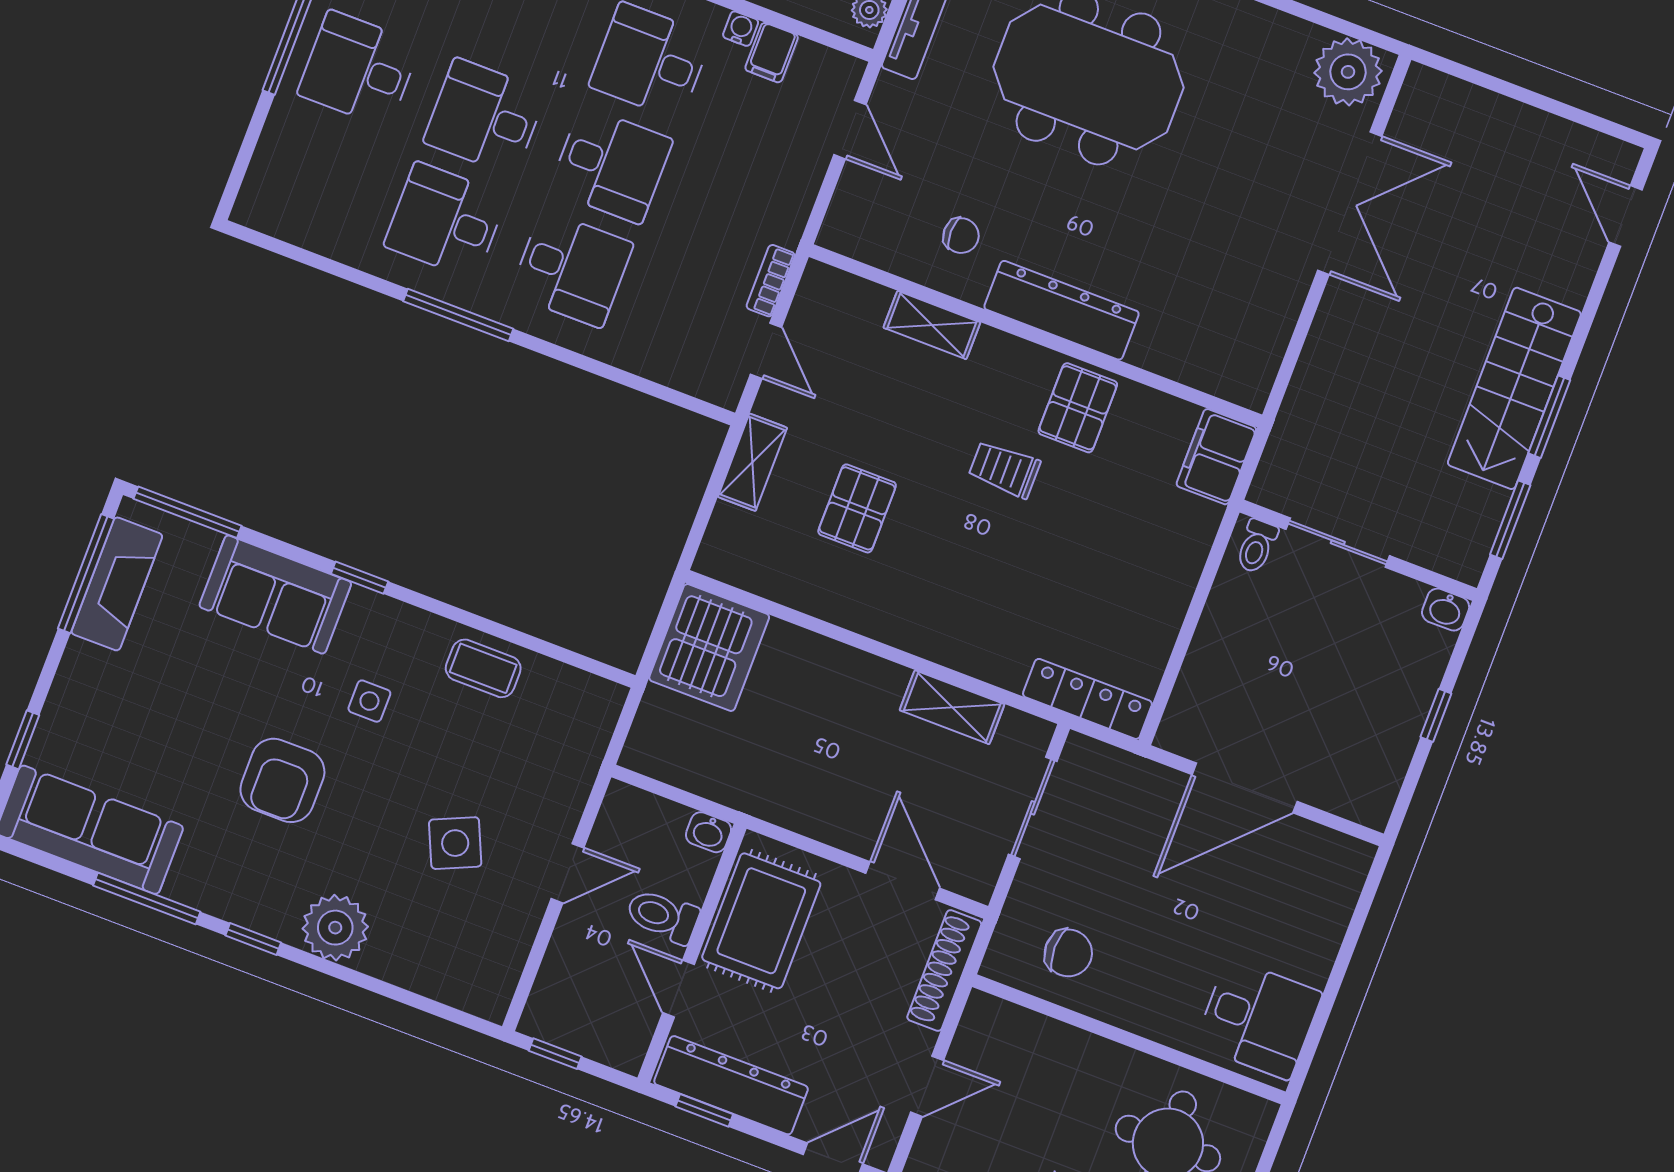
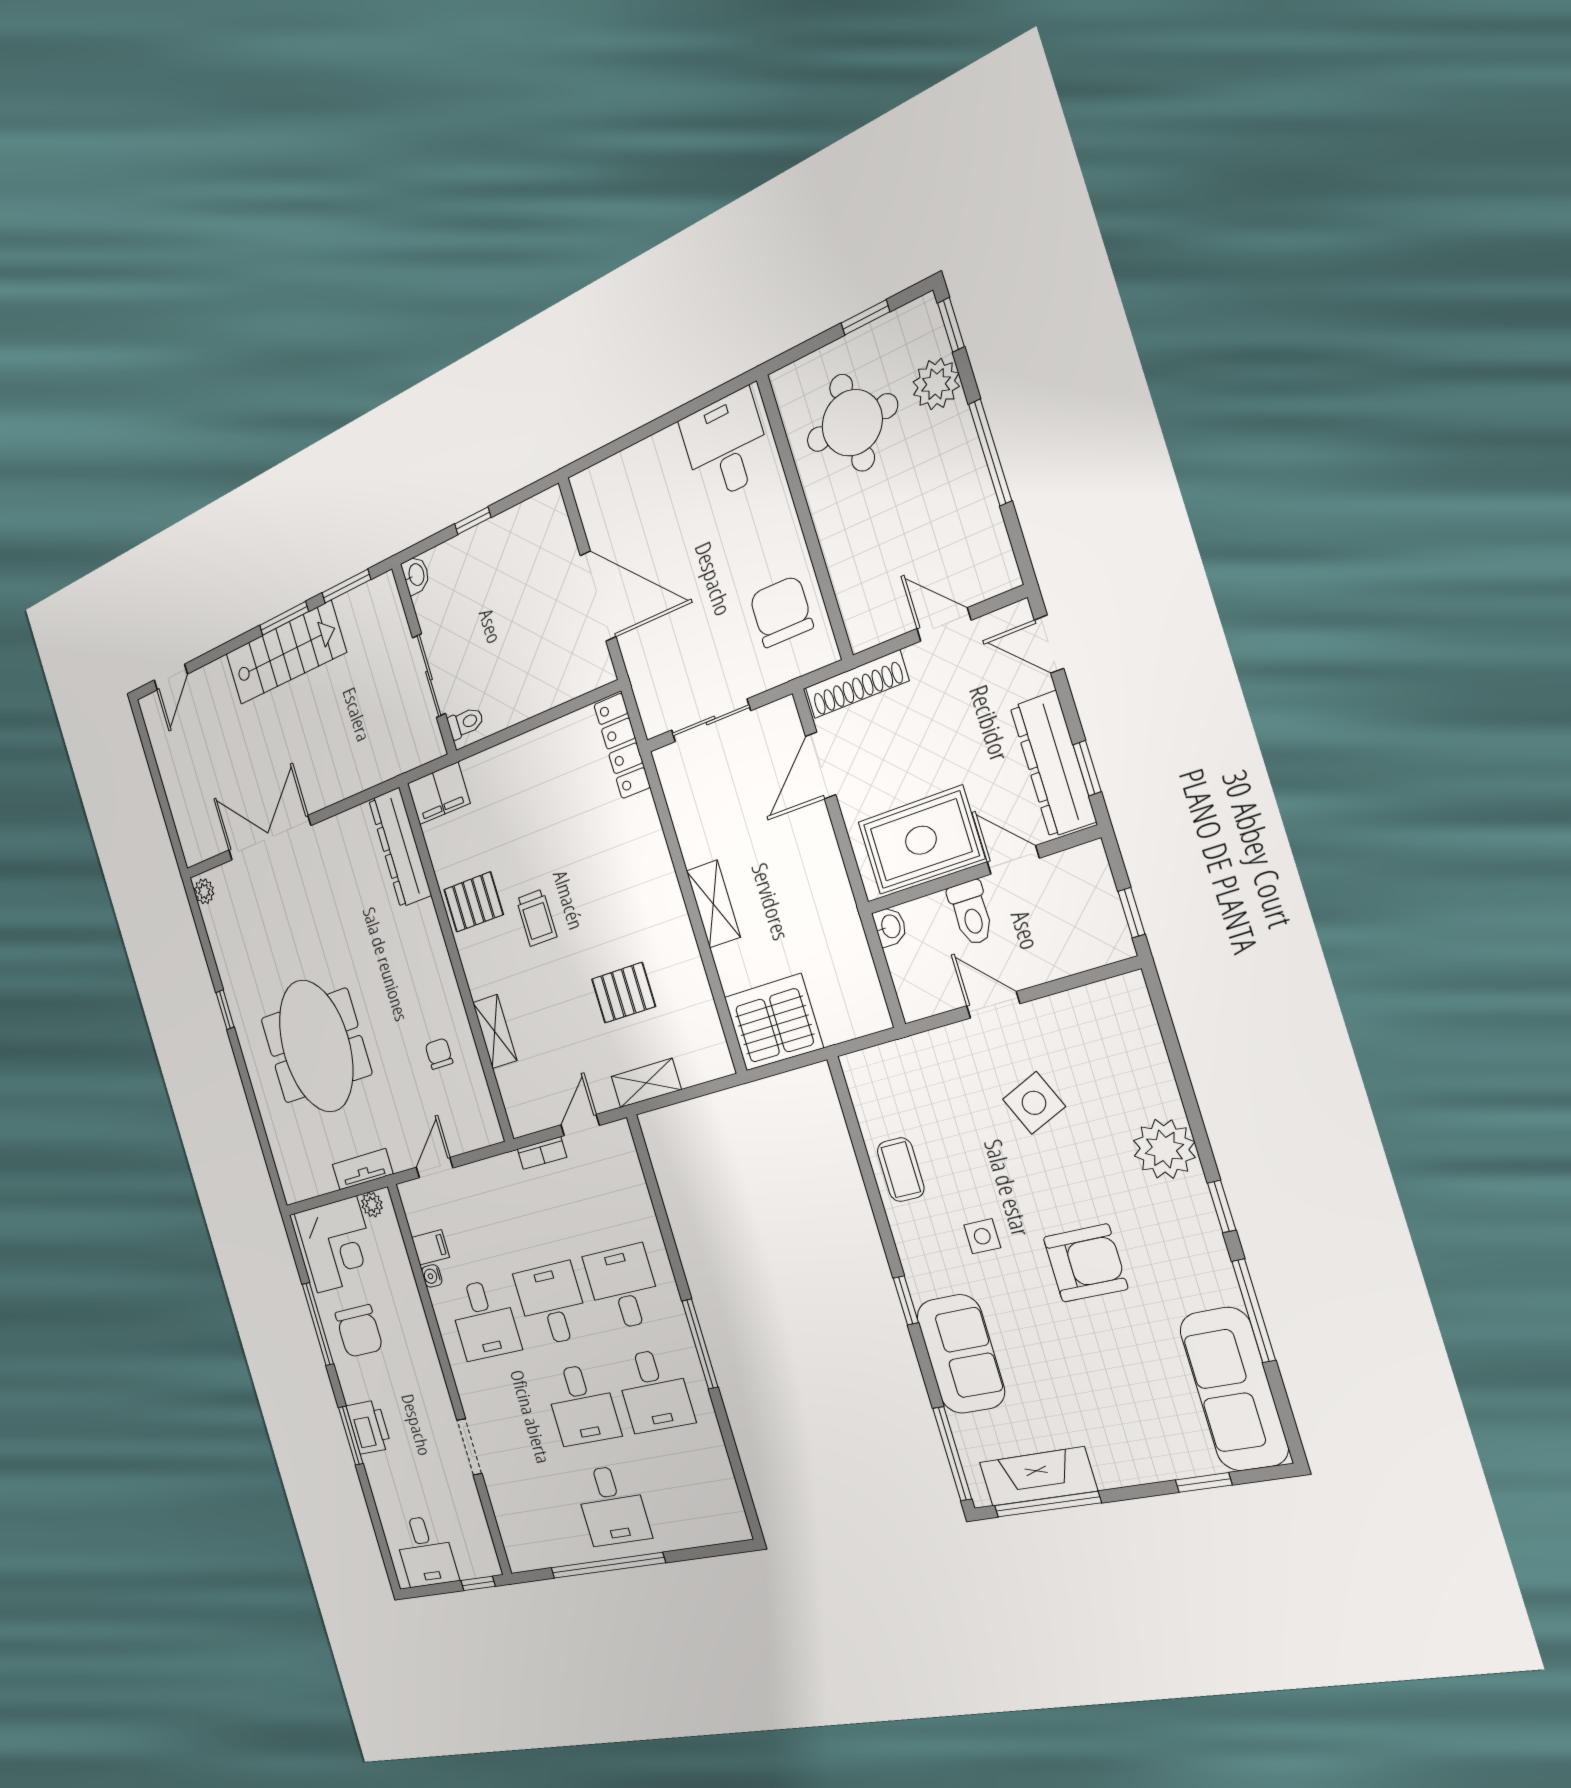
plant: (1348, 72) -> (204, 891), width x0.53, depth x0.53
dresser: (1062, 310) -> (400, 848), moved
shelving: (952, 707) -> (713, 904), moved
chair: (1068, 953) -> (781, 612), width x1.37, depth x1.37
door: (679, 989) -> (1013, 860), swing flipped

